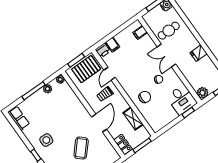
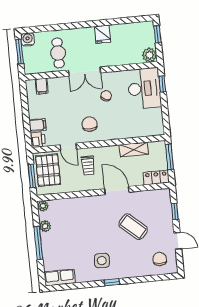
chair: (145, 97) -> (90, 124), moved
desk: (182, 100) -> (144, 88), width x1.37

